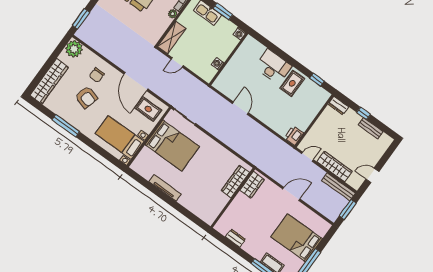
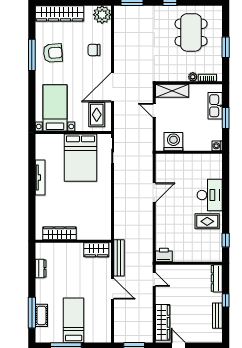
washing machine: (218, 64) -> (173, 142), width x1.89, depth x1.89
armchair: (86, 97) -> (53, 53), moved, turned -110
dresser: (338, 105) -> (217, 278), width x1.44
wardrobe: (334, 166) -> (163, 322), moved
wardrobe: (235, 181) -> (60, 233), moved
bench: (339, 187) -> (119, 258), moved
bed: (297, 238) -> (74, 320), width x0.67

